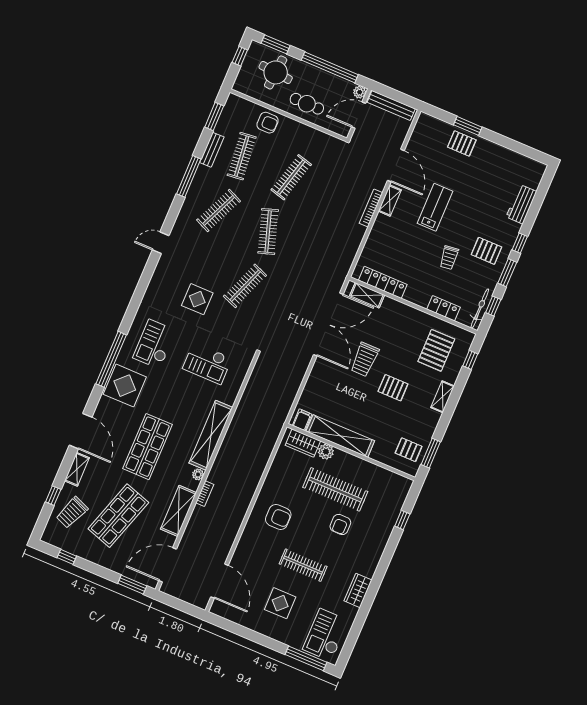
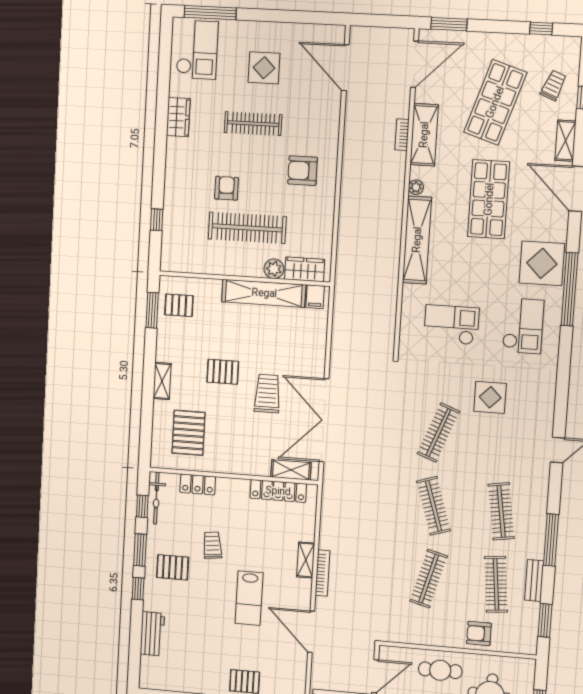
shelving: (390, 200) -> (306, 560), moved
clothes rail: (219, 210) -> (501, 511), turned -33
window: (470, 360) -> (146, 435), removed
bookcase: (205, 494) -> (402, 135), moved
trolley: (72, 512) -> (553, 85), width x0.73, depth x0.72

